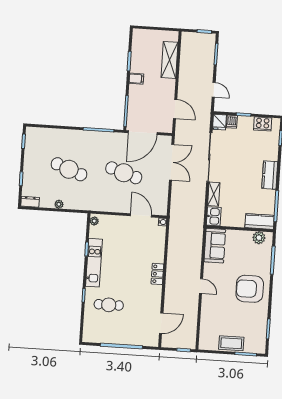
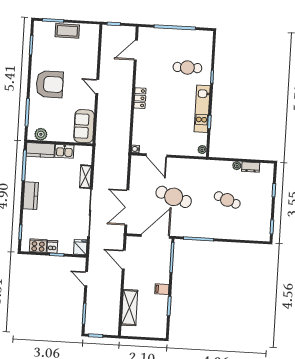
dishwasher: (232, 122) -> (52, 247), moved
cafe table: (69, 169) -> (227, 200), width x0.73, depth x0.74
dresser: (30, 202) -> (251, 167), moved
kitchen sink: (214, 216) -> (64, 151), moved, turned -90

